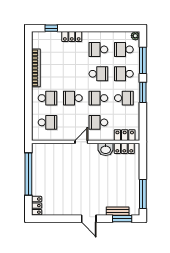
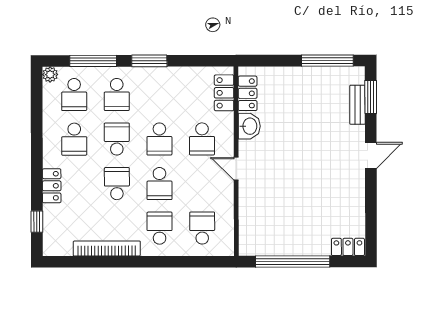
school desk: (124, 98) -> (117, 184), moved

